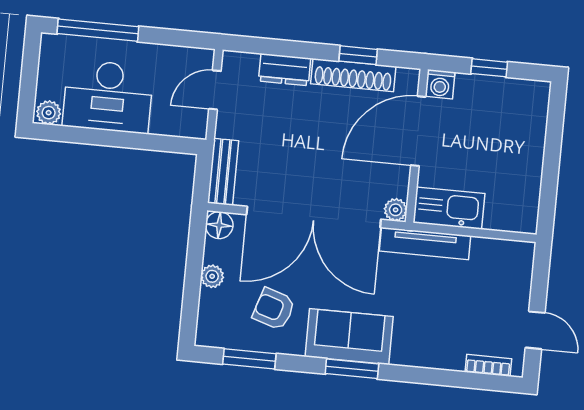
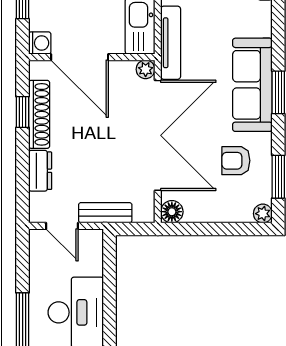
bench: (223, 172) -> (105, 213), moved
plant: (212, 276) -> (263, 214), moved
armchair: (274, 309) -> (236, 161), turned 72
sofa: (349, 337) -> (252, 85), width x1.36

